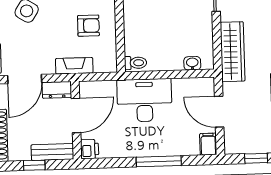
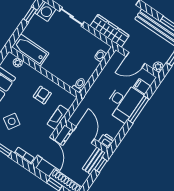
desk: (144, 100) -> (124, 102), moved, turned 180
filing cabinet: (208, 144) -> (142, 86), moved
plant: (232, 147) -> (158, 67), added
window: (34, 165) -> (101, 165), moved

